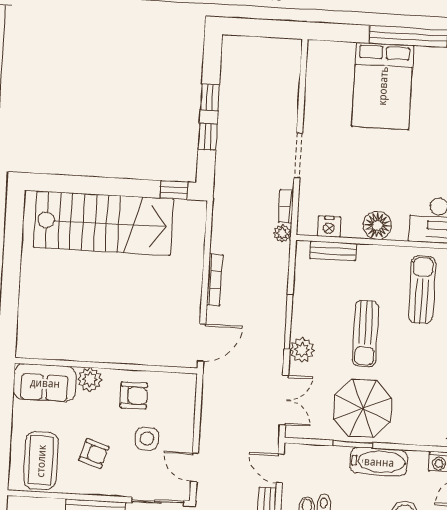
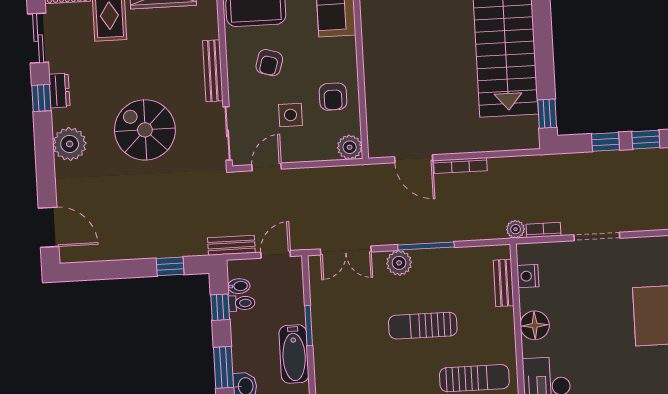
door: (202, 343) -> (414, 159), moved
plant: (90, 379) -> (350, 147), moved
parasol: (363, 408) -> (346, 332), removed

